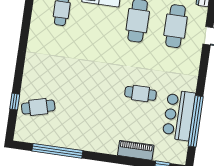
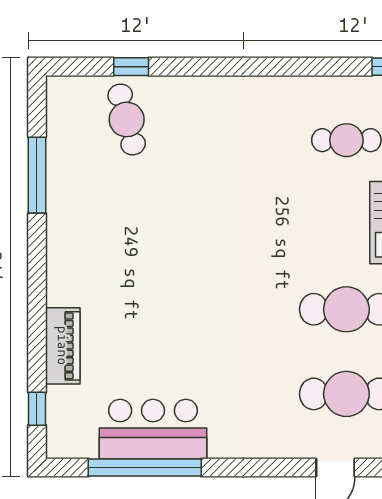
cafe table: (141, 93) -> (188, 338), removed
window: (57, 151) -> (37, 175), width x0.68

